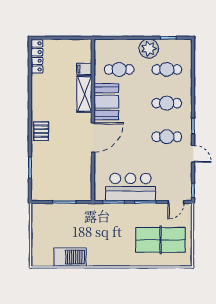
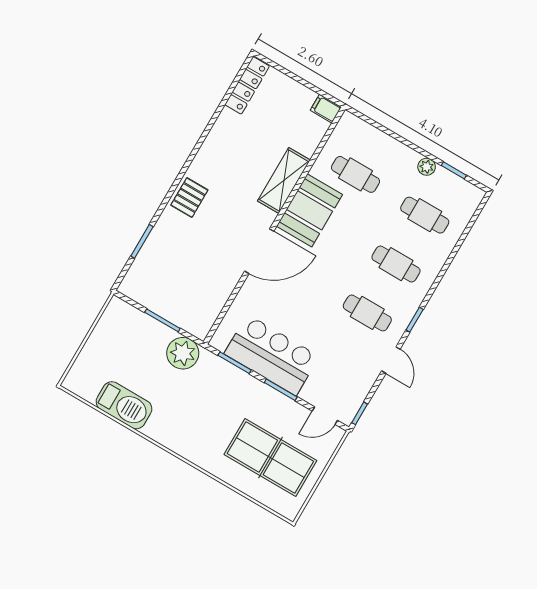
plant: (149, 49) -> (427, 167), width x0.53, depth x0.53
filing cabinet: (84, 69) -> (326, 109), moved
plant: (84, 213) -> (183, 353), added

